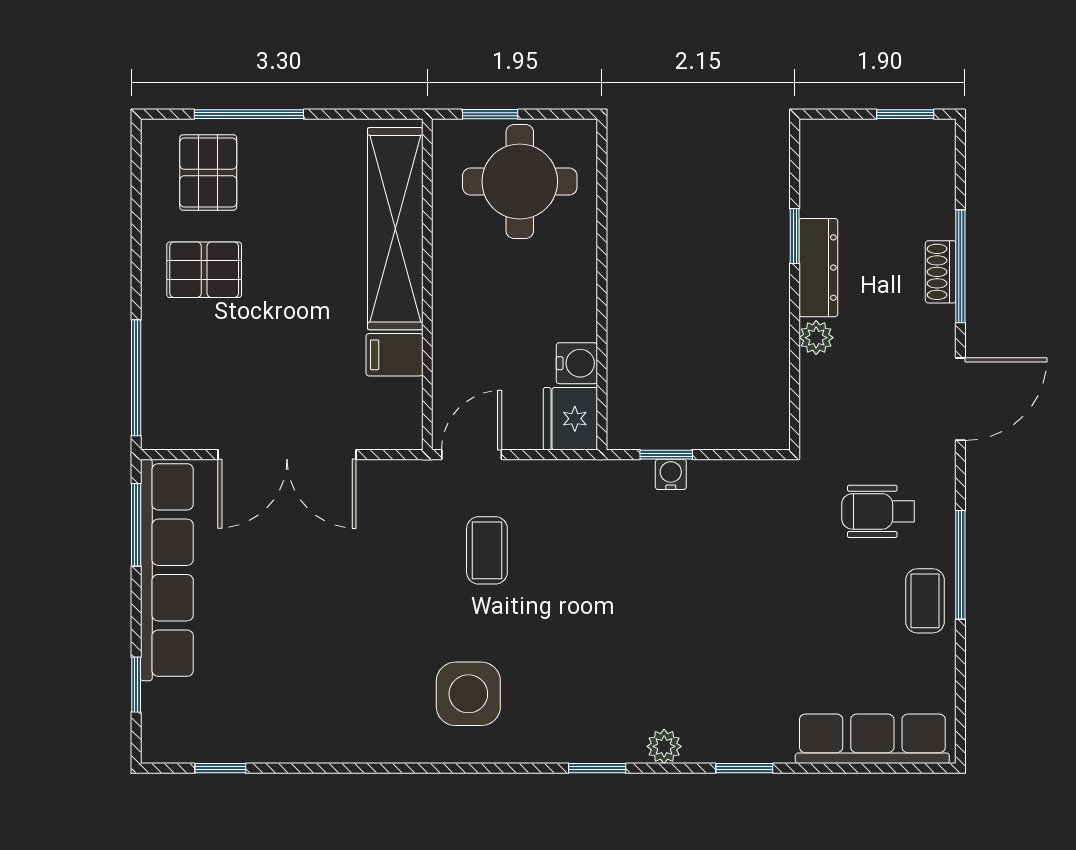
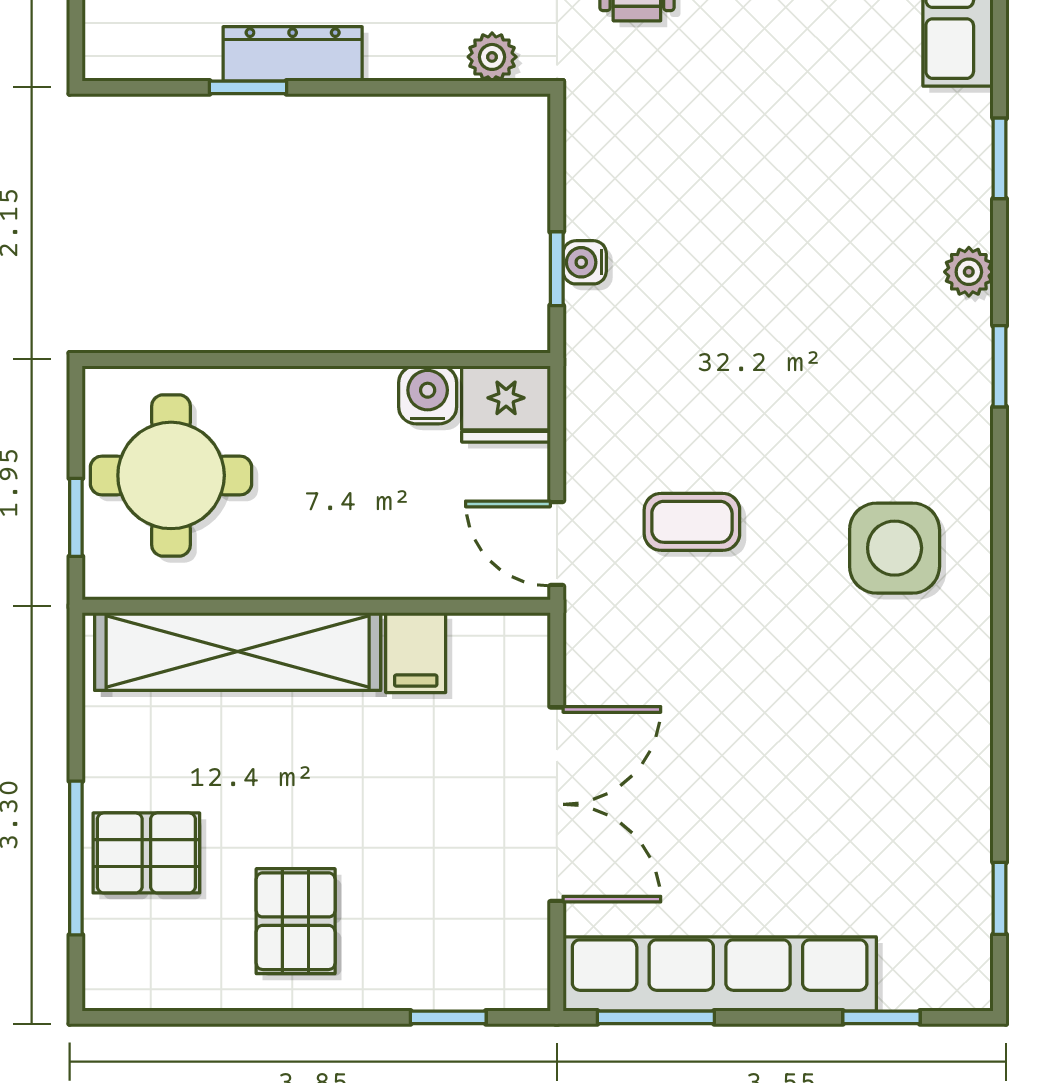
pallet: (208, 173) -> (146, 853), moved
plant: (816, 338) -> (492, 57), moved
window: (136, 378) -> (448, 1017), width x0.46

